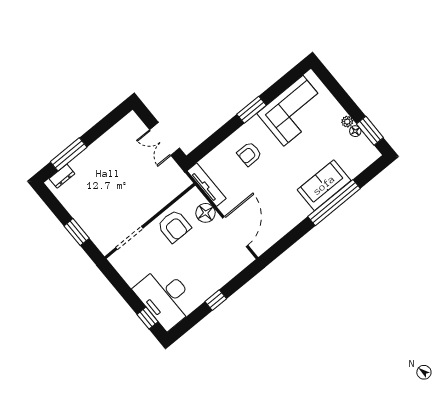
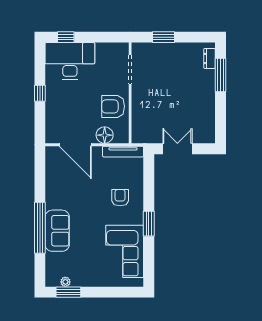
plant: (347, 122) -> (65, 282), moved
floor lamp: (355, 131) -> (76, 282), removed

